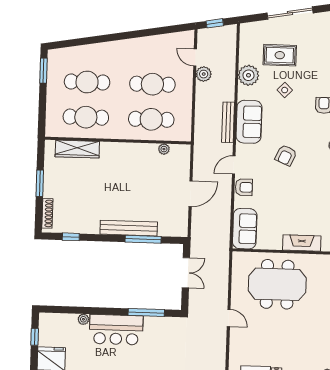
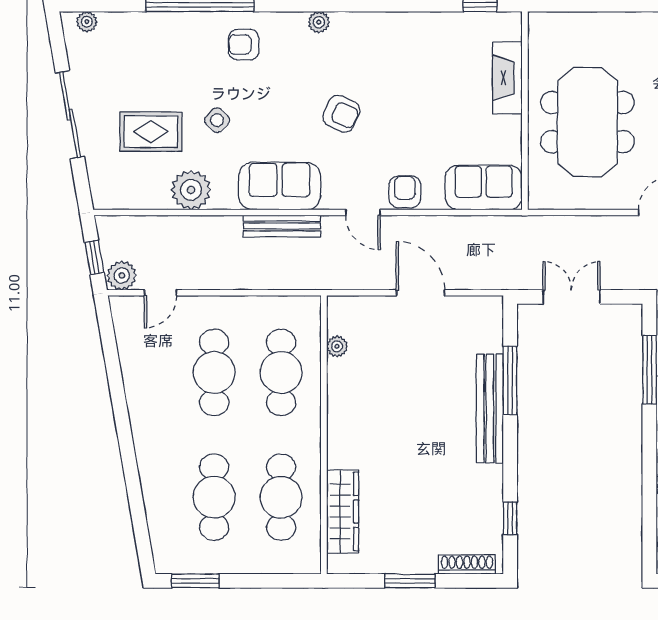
rug: (280, 55) -> (151, 132), turned 90
plant: (204, 74) -> (122, 275), moved

